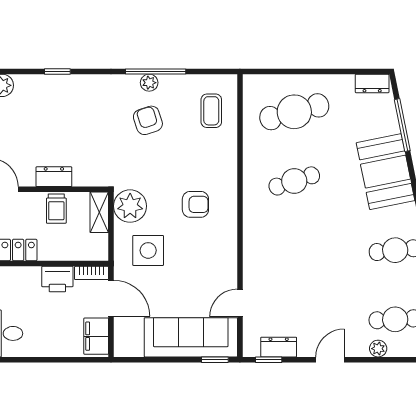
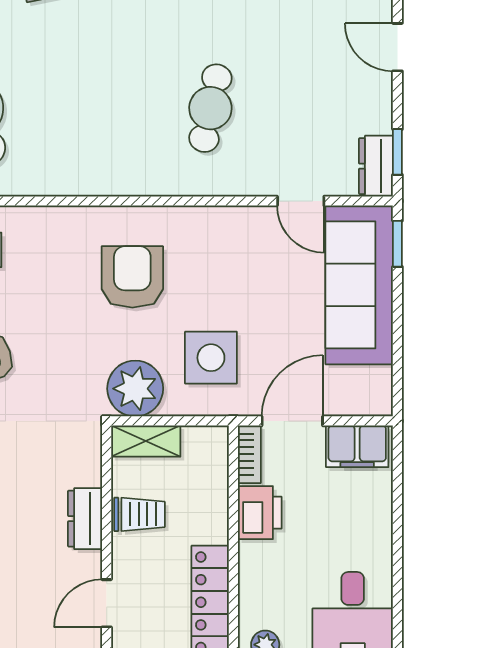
cafe table: (294, 181) -> (210, 108), moved, turned 30
armchair: (195, 204) -> (132, 277), width x1.38, depth x1.38
dresser: (279, 347) -> (376, 166), moved

